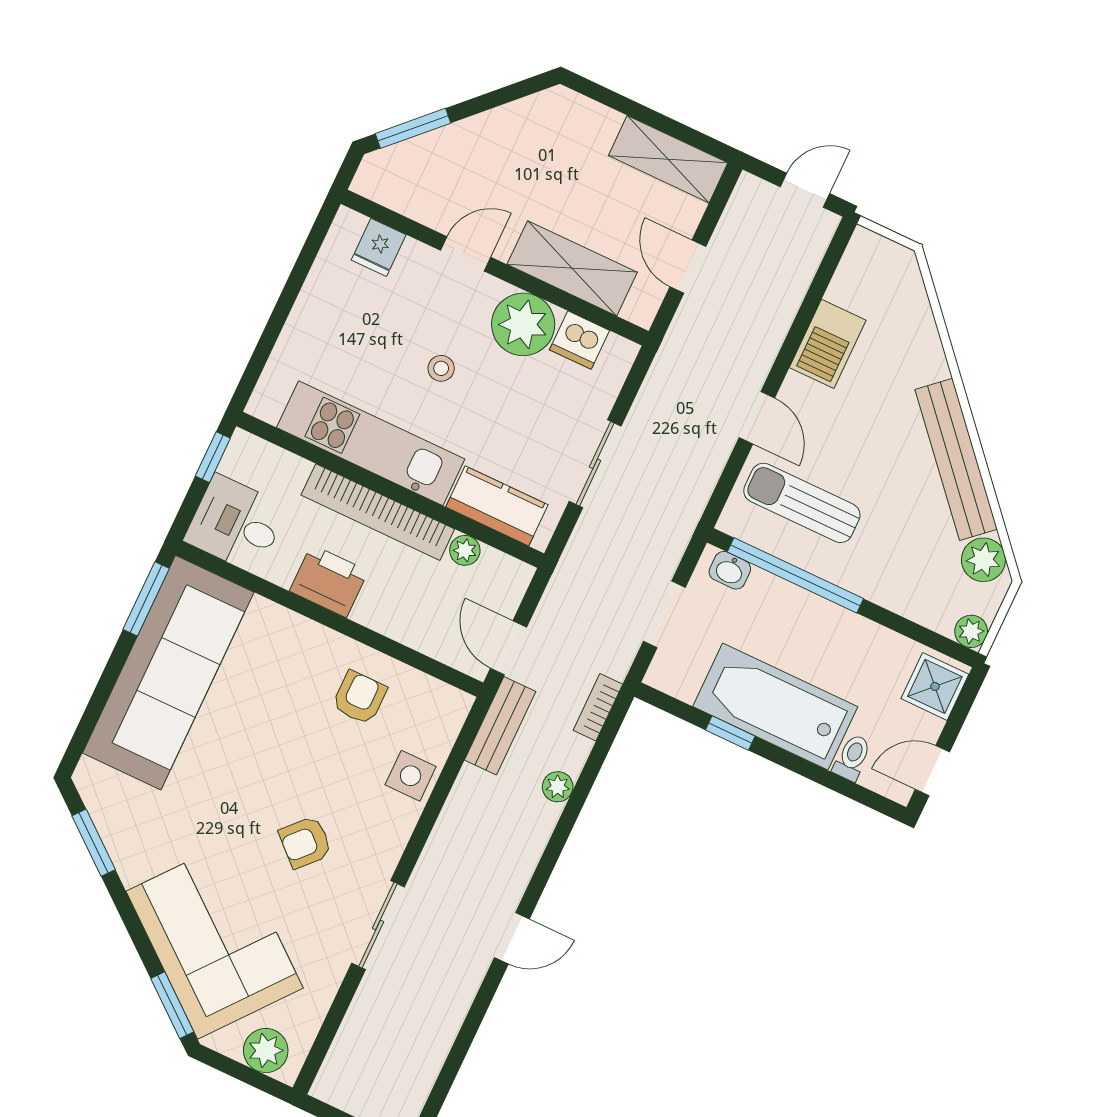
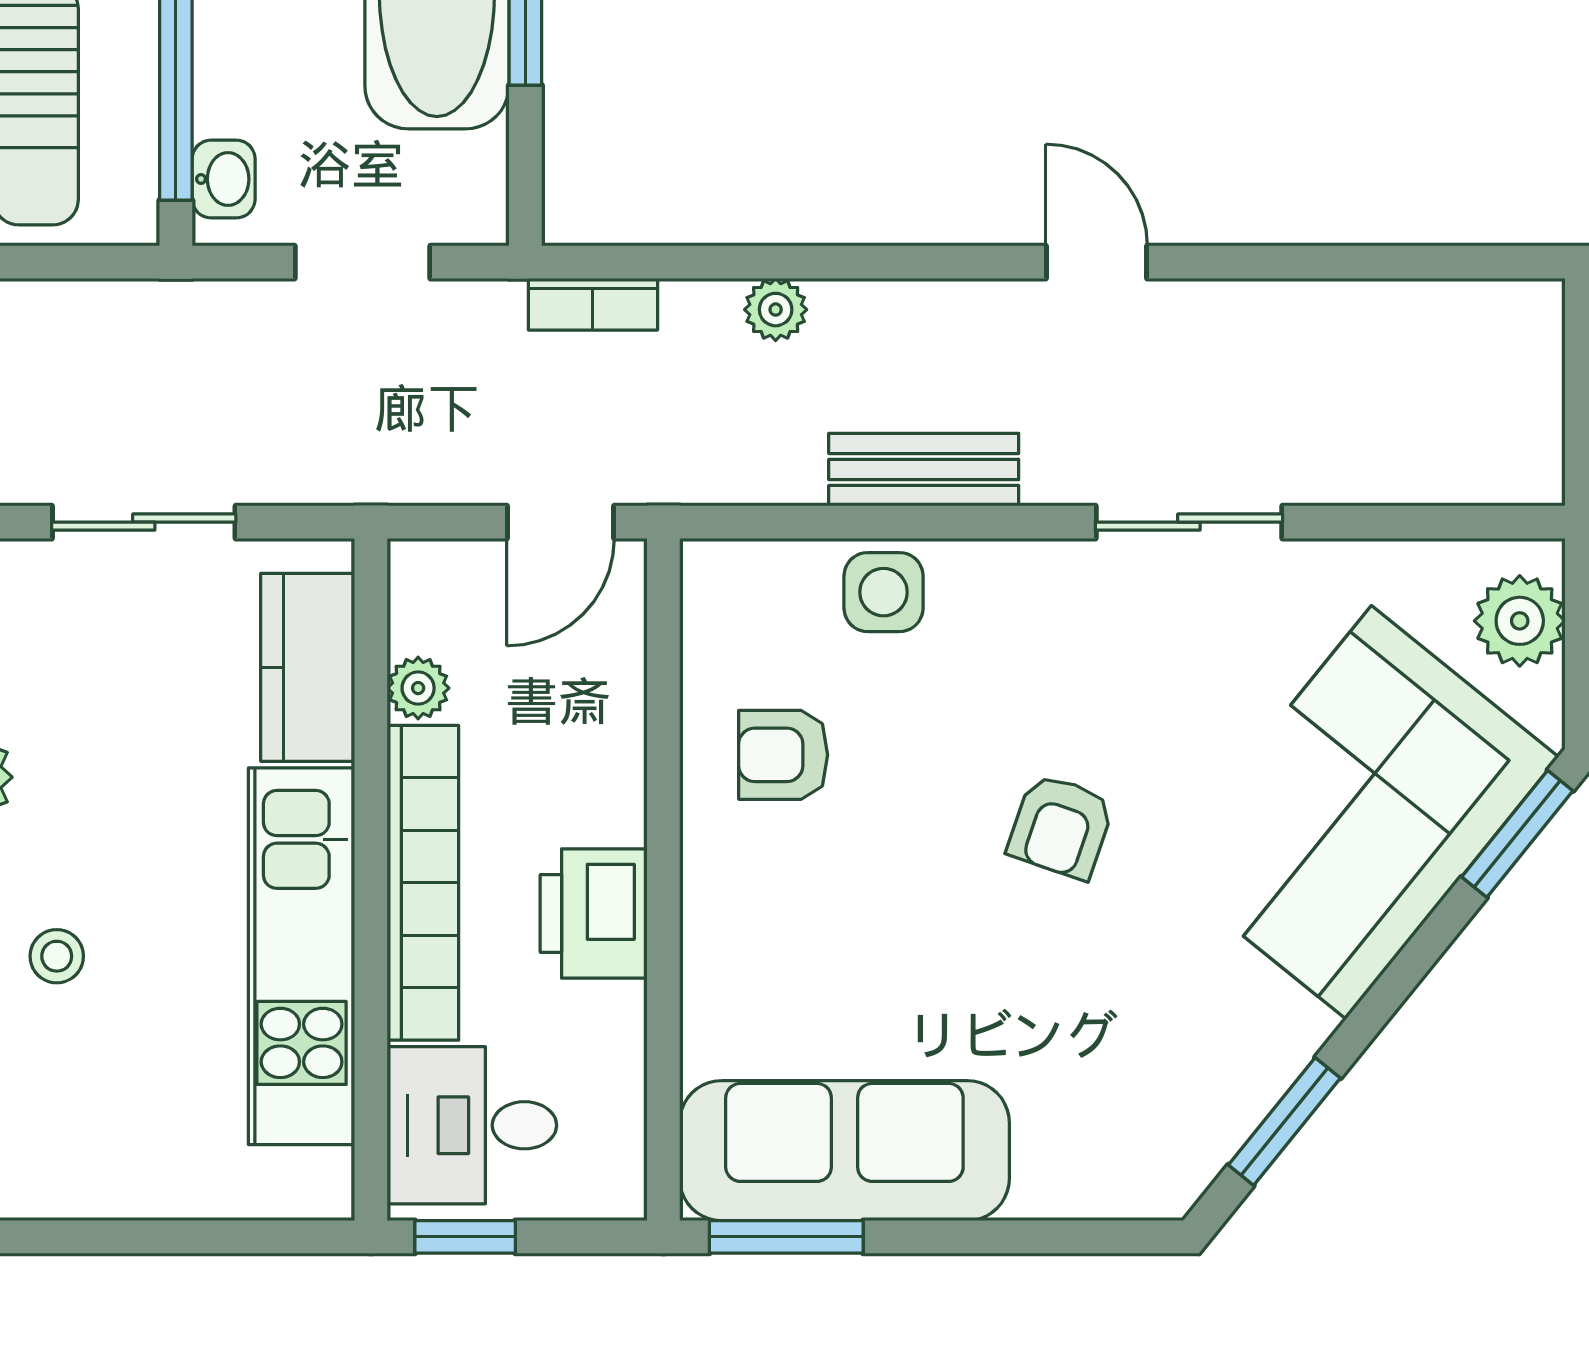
stool: (441, 368) -> (57, 956), moved
desk: (236, 524) -> (472, 1125), moved, turned 90
sofa: (168, 673) -> (844, 1151), width x0.74, depth x0.79
bench: (500, 726) -> (924, 470), moved
armchair: (305, 842) -> (1061, 826), moved, turned 66

